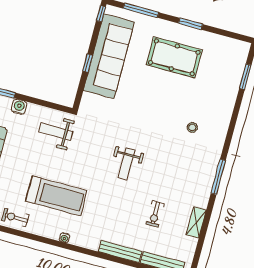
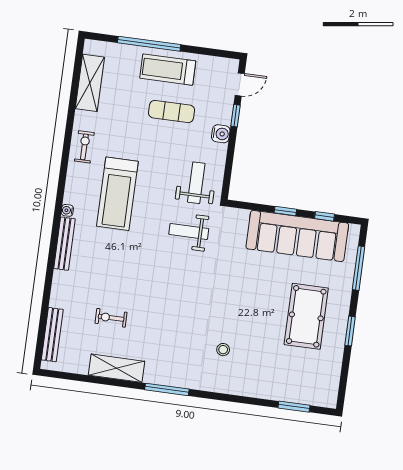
window: (101, 14) -> (324, 216), moved
weight bench: (126, 164) -> (189, 231), moved
shelving: (196, 222) -> (117, 368), width x1.50, depth x1.33
bench: (120, 251) -> (64, 244), moved

